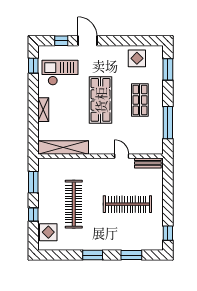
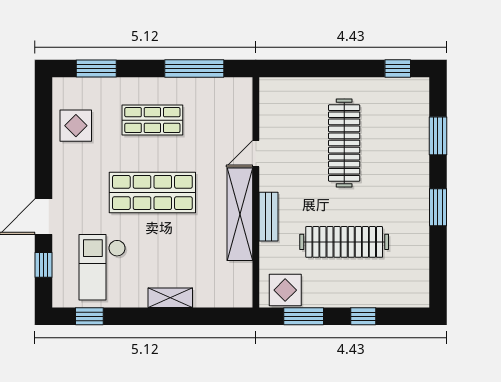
shelving: (63, 147) -> (240, 214), moved
bench: (148, 163) -> (268, 217), moved
display table: (48, 232) -> (285, 290), moved

